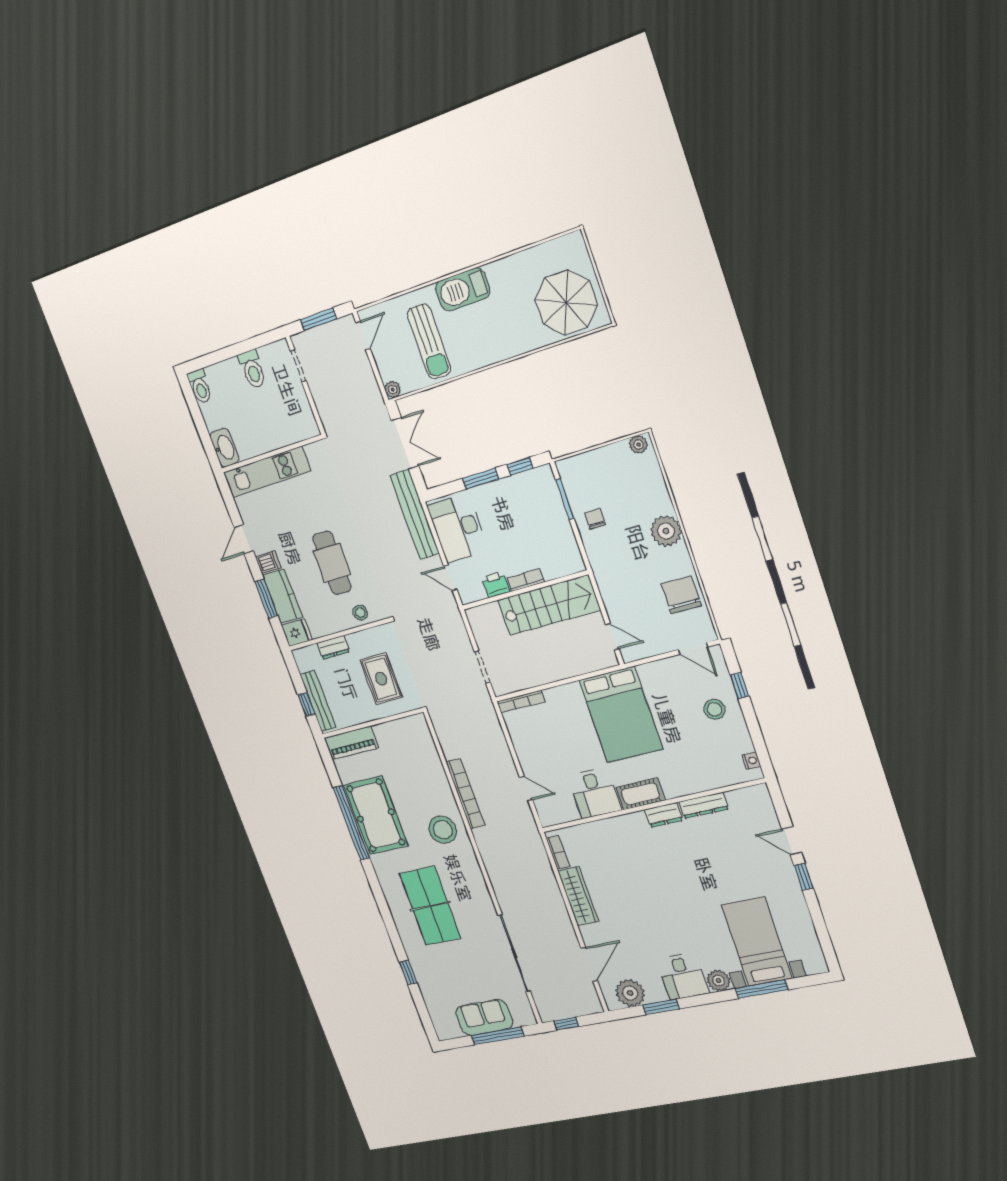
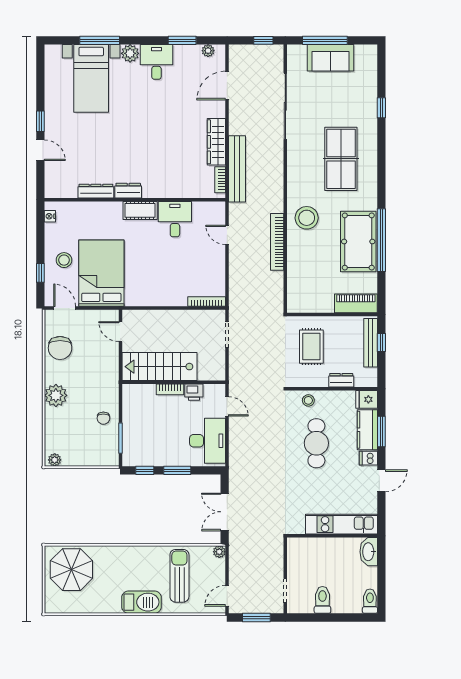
bench: (415, 514) -> (237, 169), moved
bed: (621, 715) -> (101, 273), moved
plant: (630, 993) -> (208, 51), width x0.53, depth x0.53

